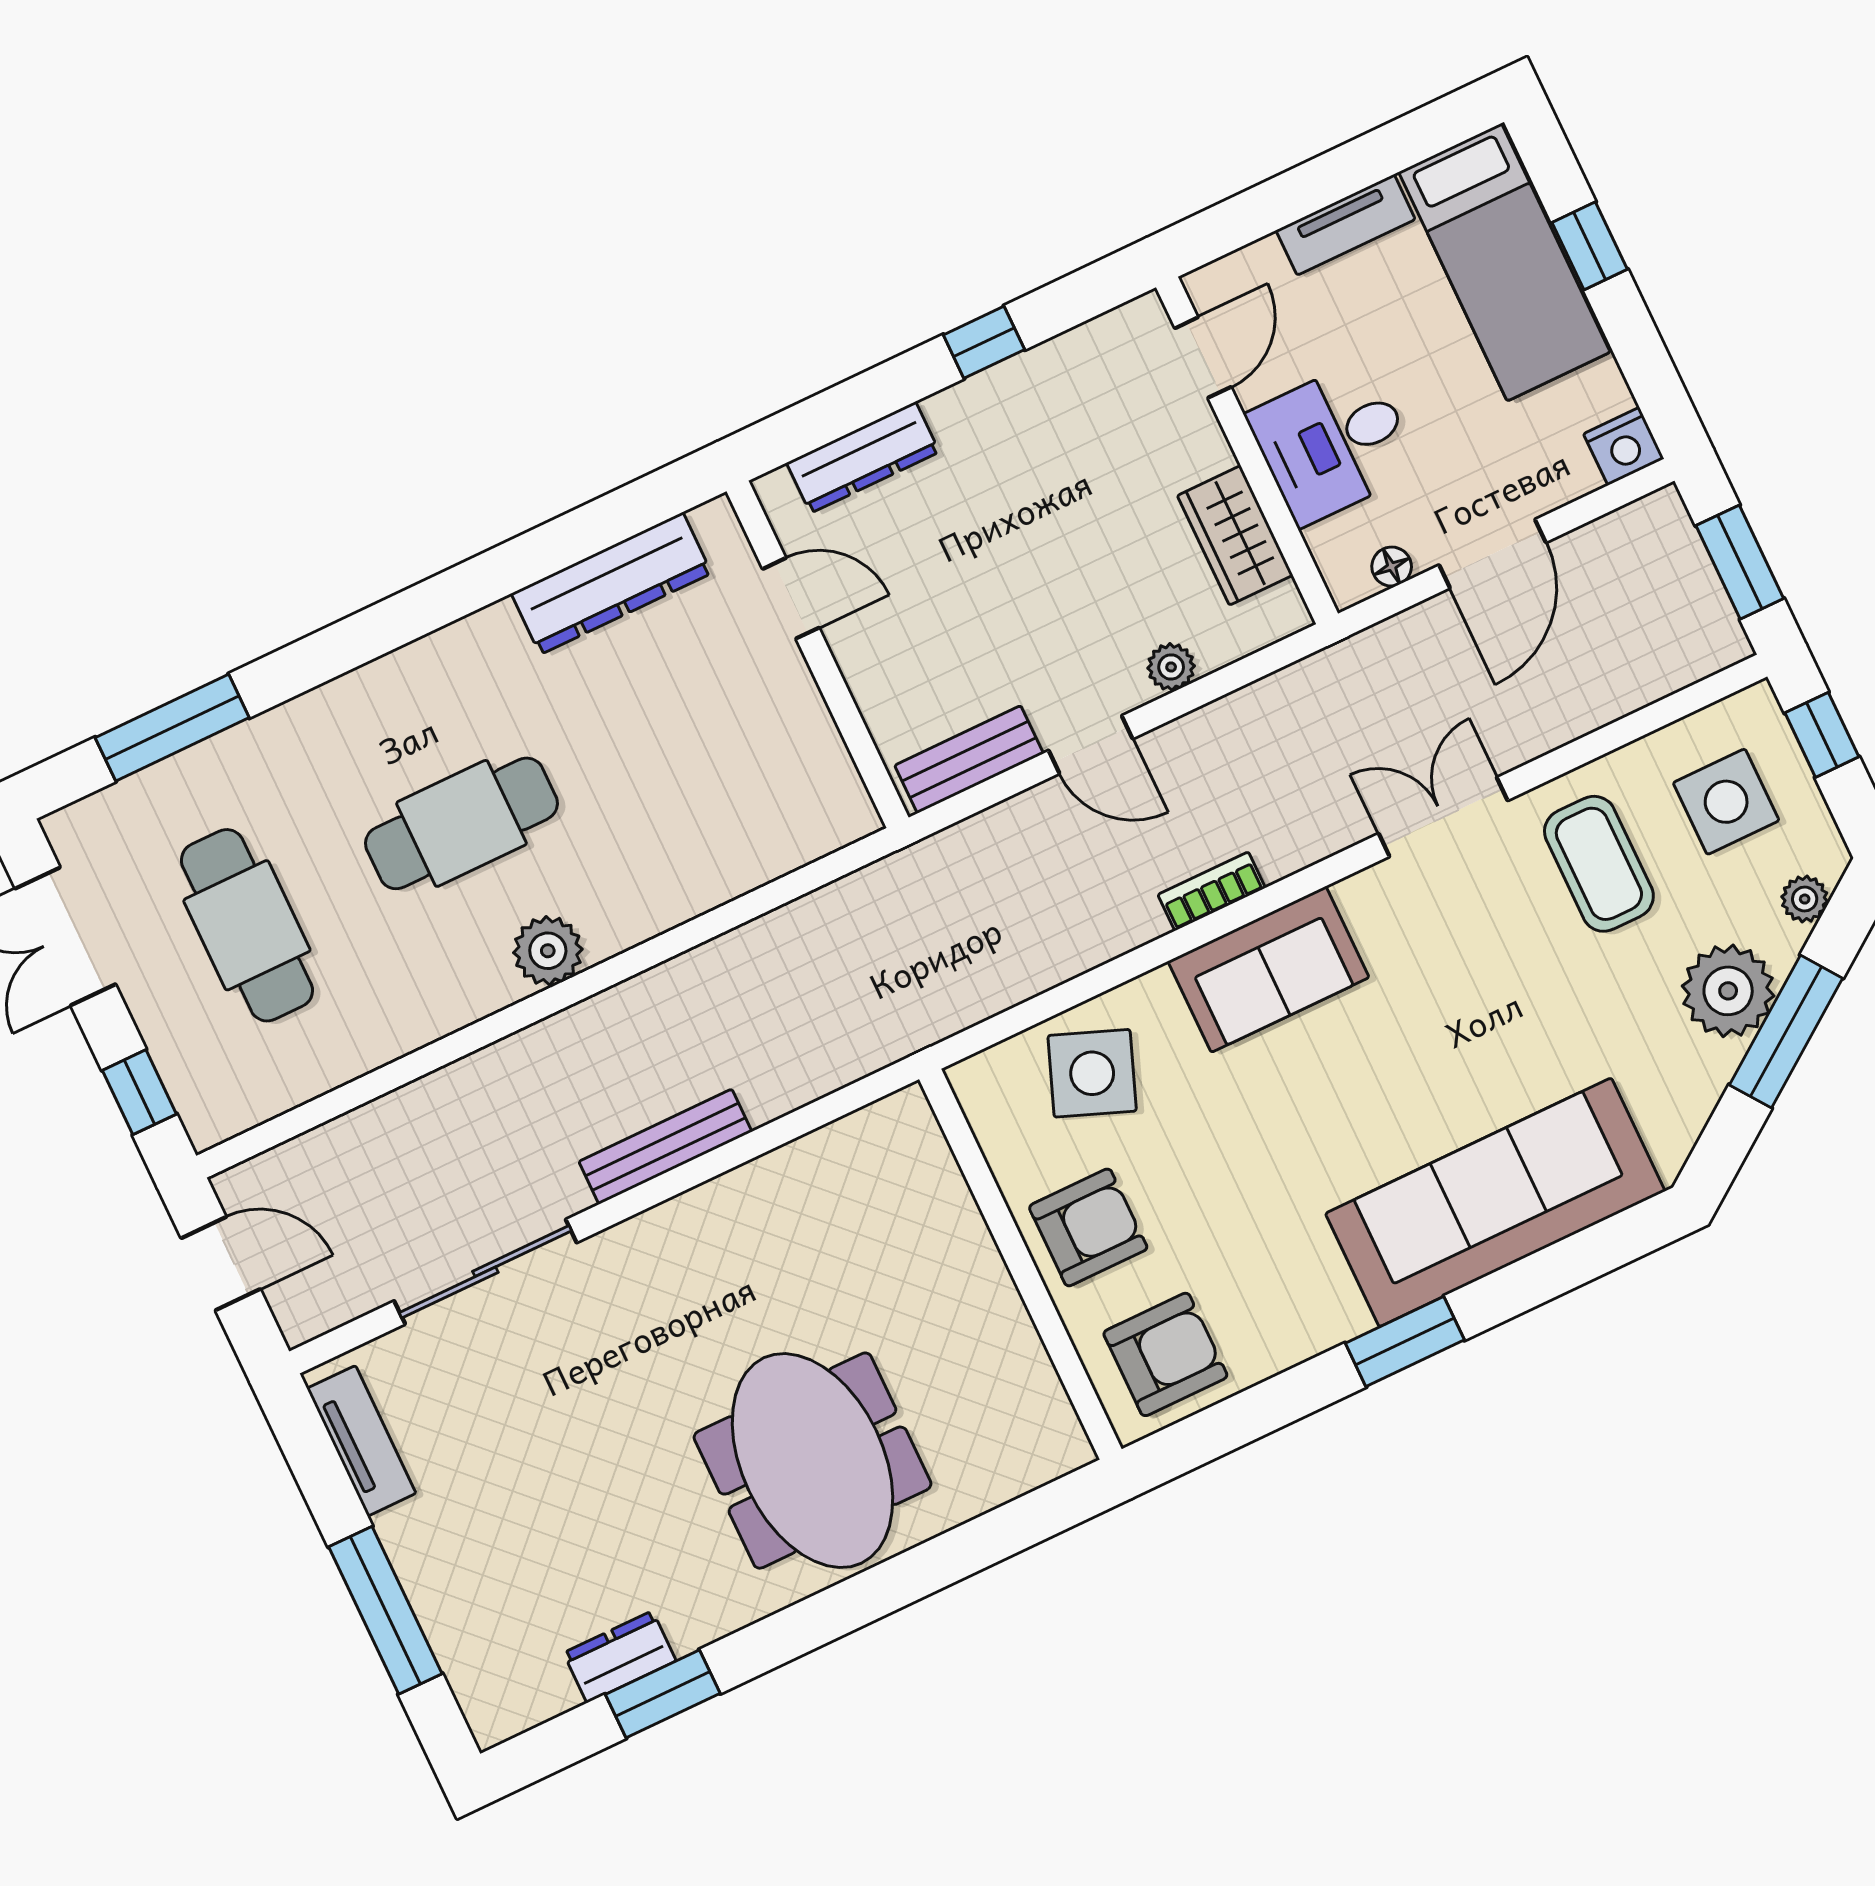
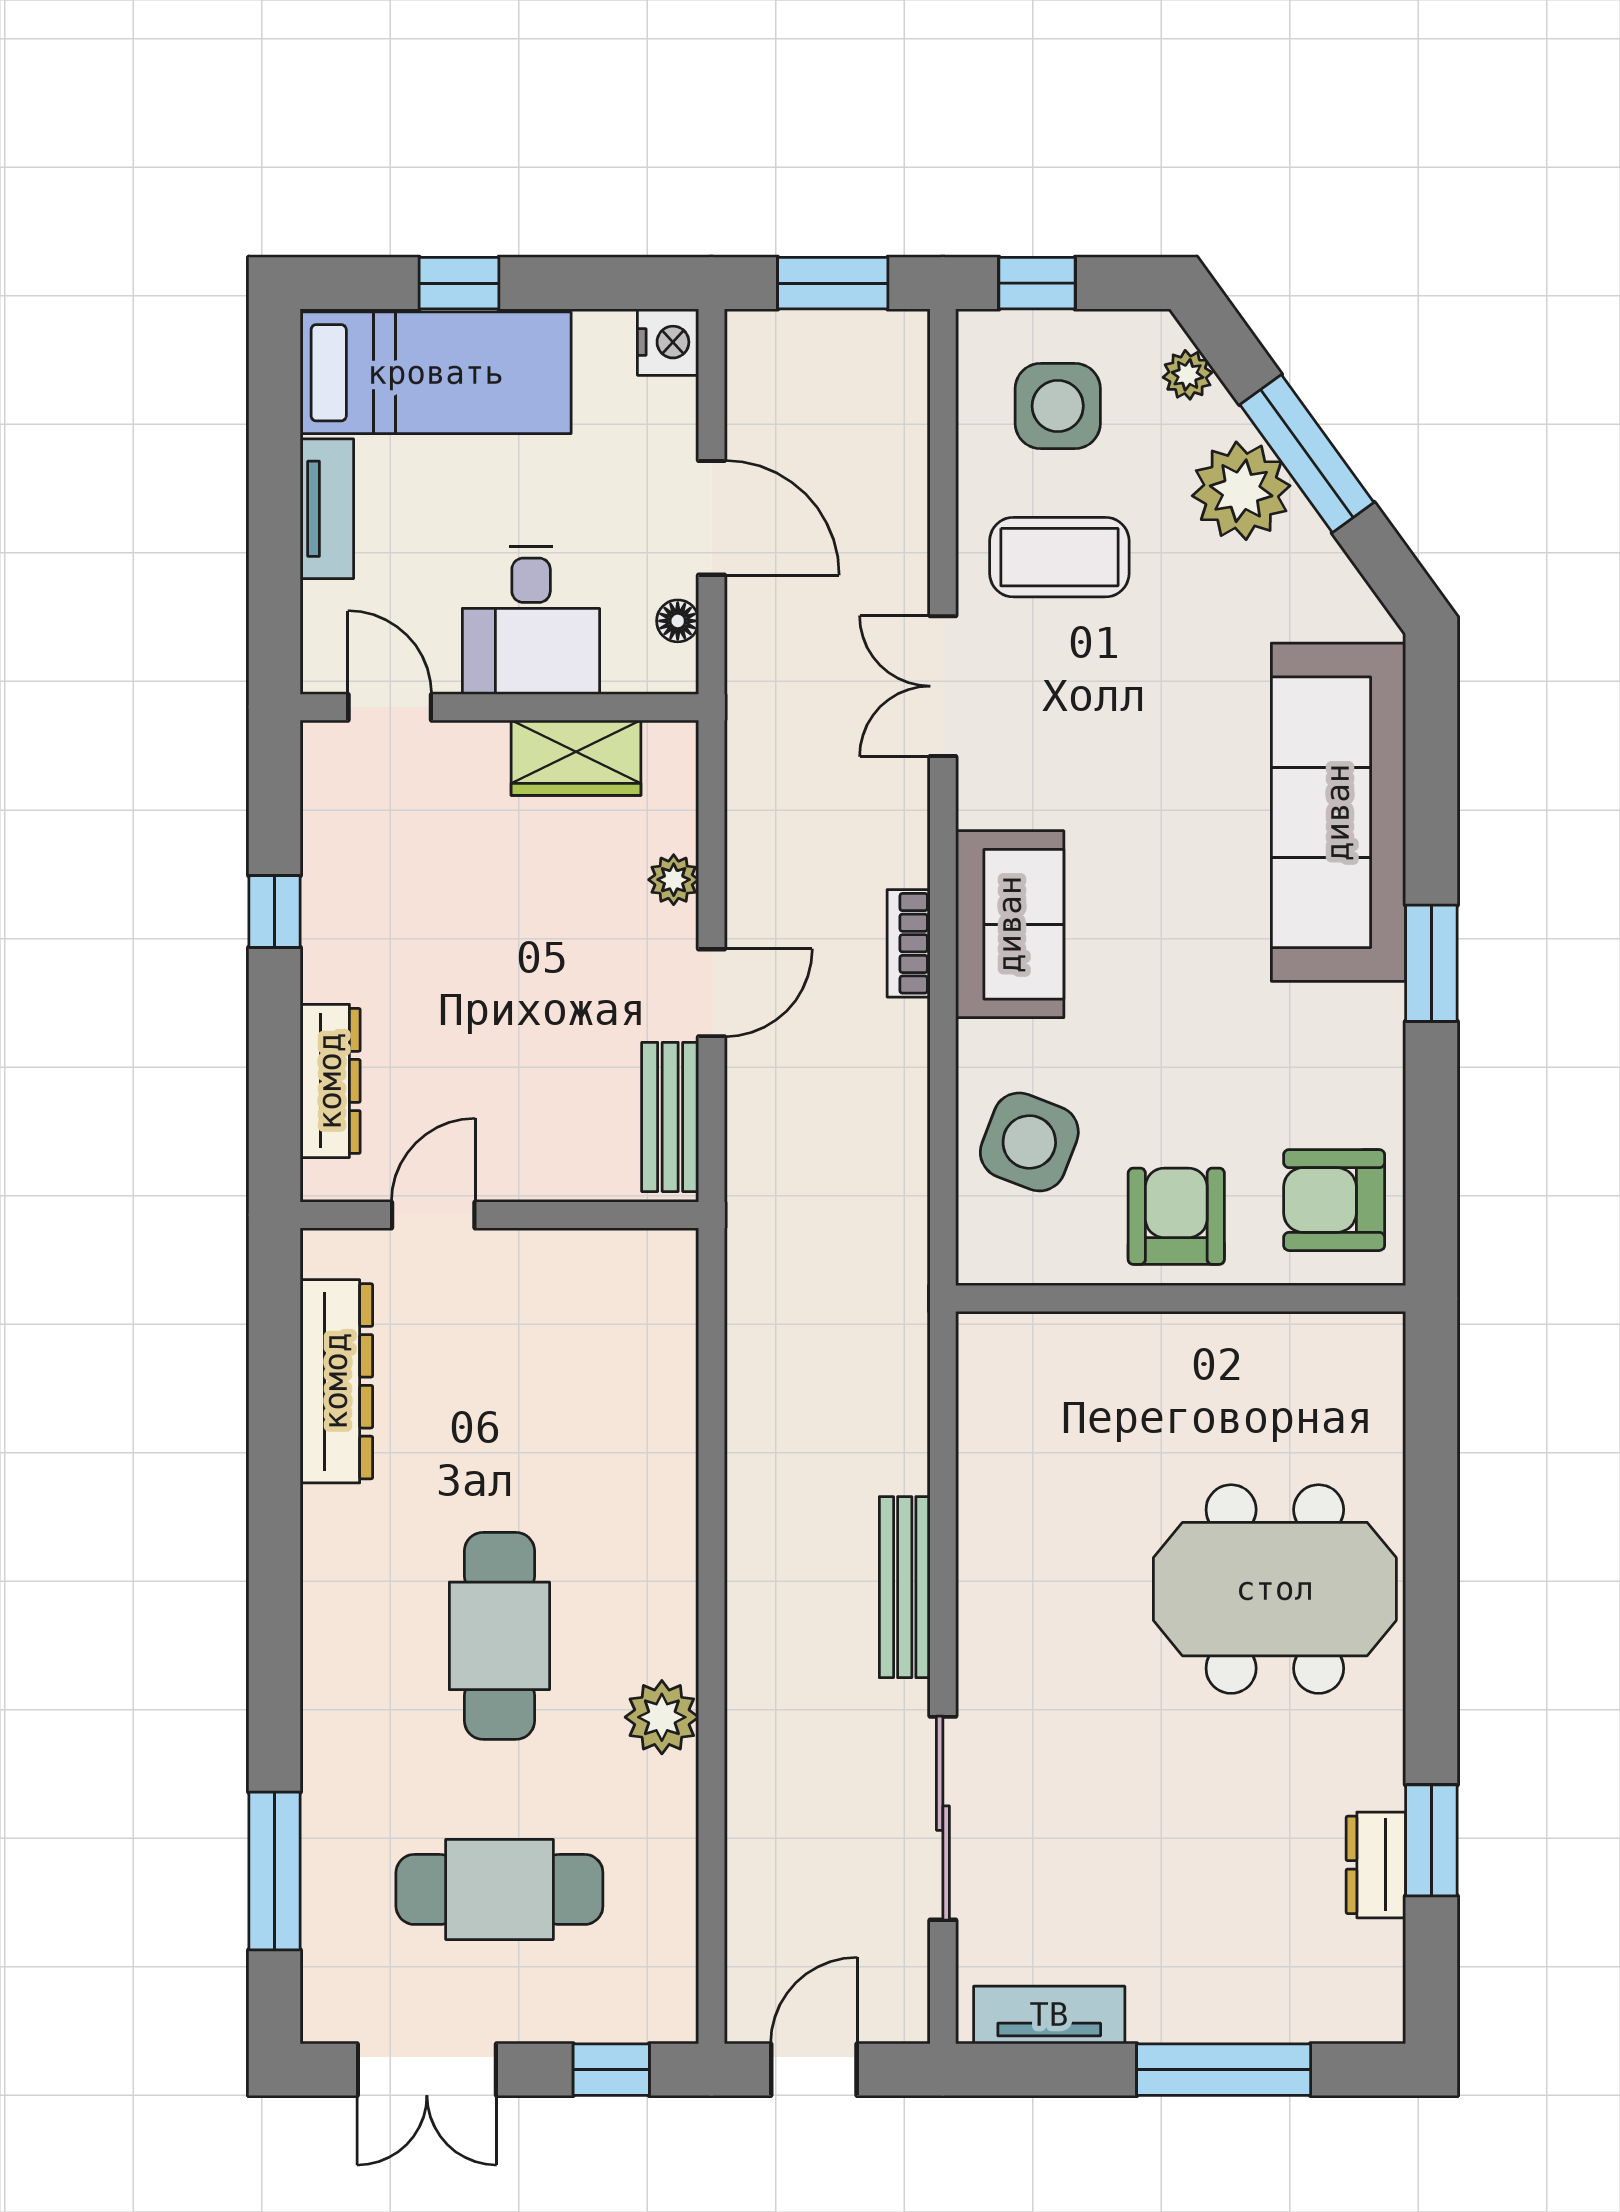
plant: (548, 951) -> (662, 1717), moved
armchair: (1165, 1354) -> (1334, 1200), turned -90

